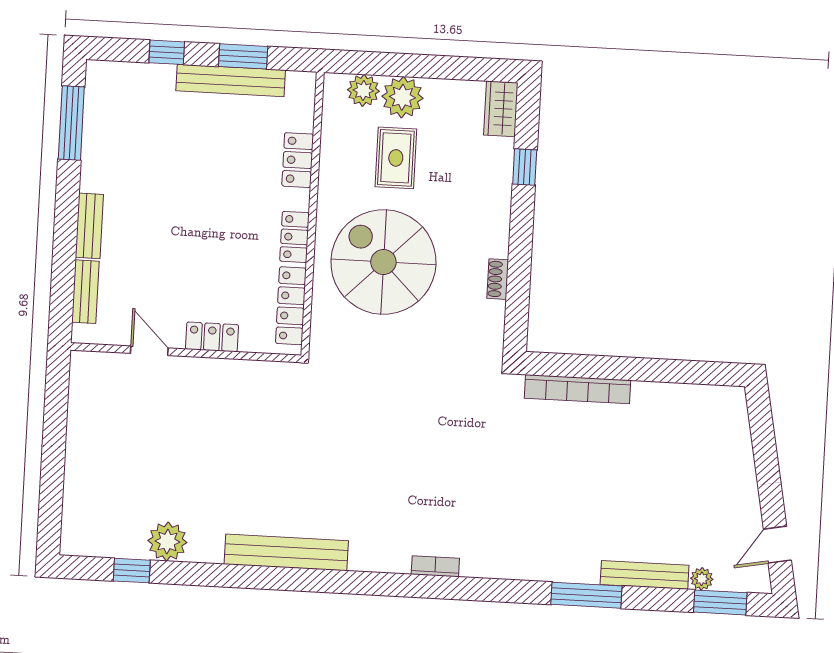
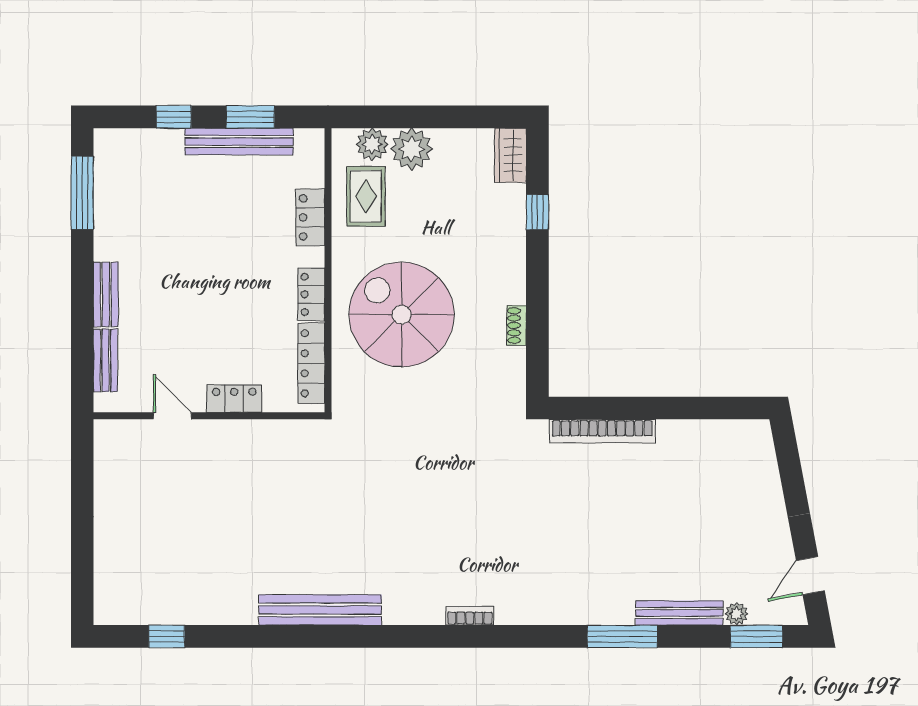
rug: (396, 158) -> (366, 196), moved
plant: (167, 542) -> (201, 605), removed

